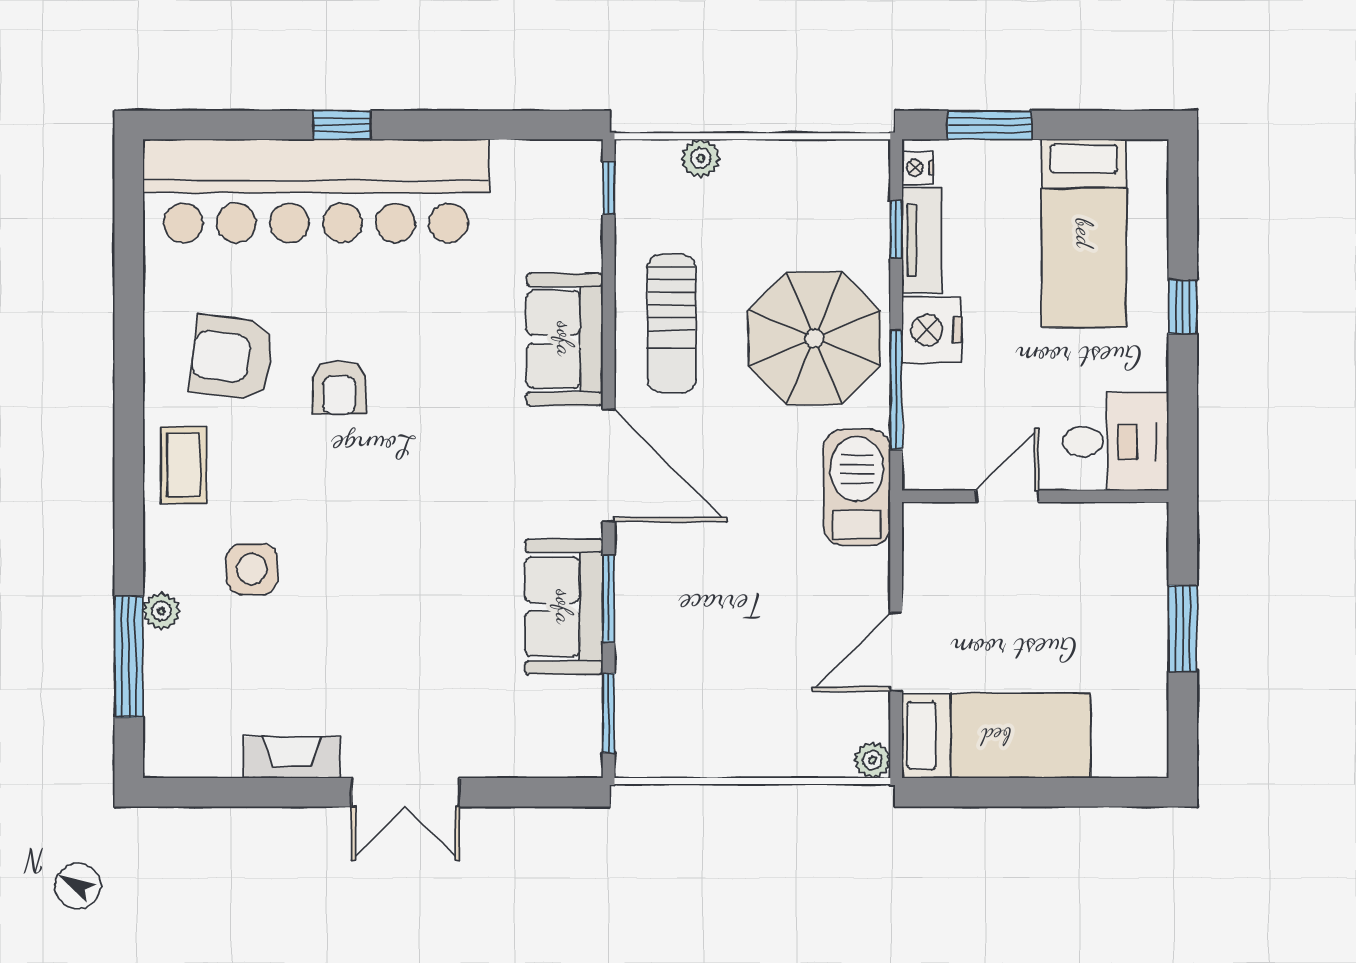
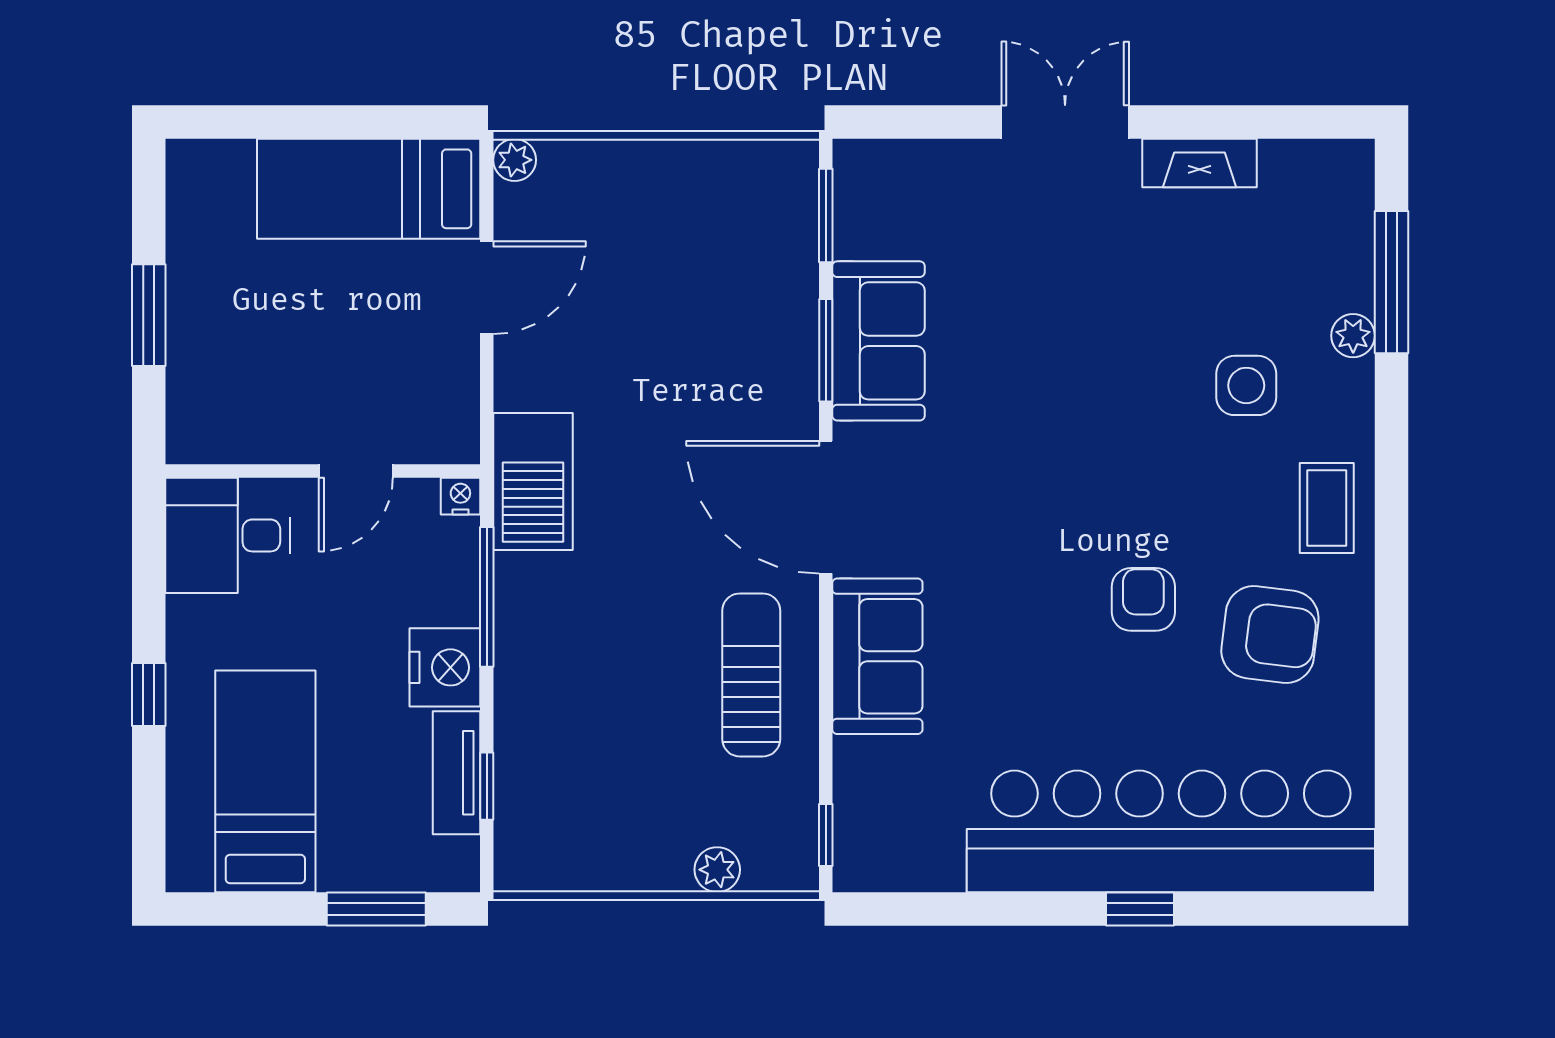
nightstand: (917, 168) -> (460, 496), moved, turned -90
parasol: (814, 338) -> (583, 657), removed

